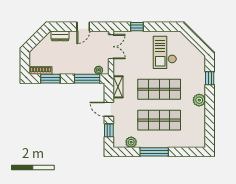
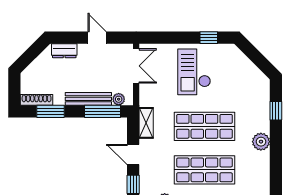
door: (83, 27) -> (97, 38), swing flipped
window: (137, 27) -> (209, 38), moved
checkout: (165, 52) -> (194, 72), moved
bench: (77, 70) -> (88, 99), added

